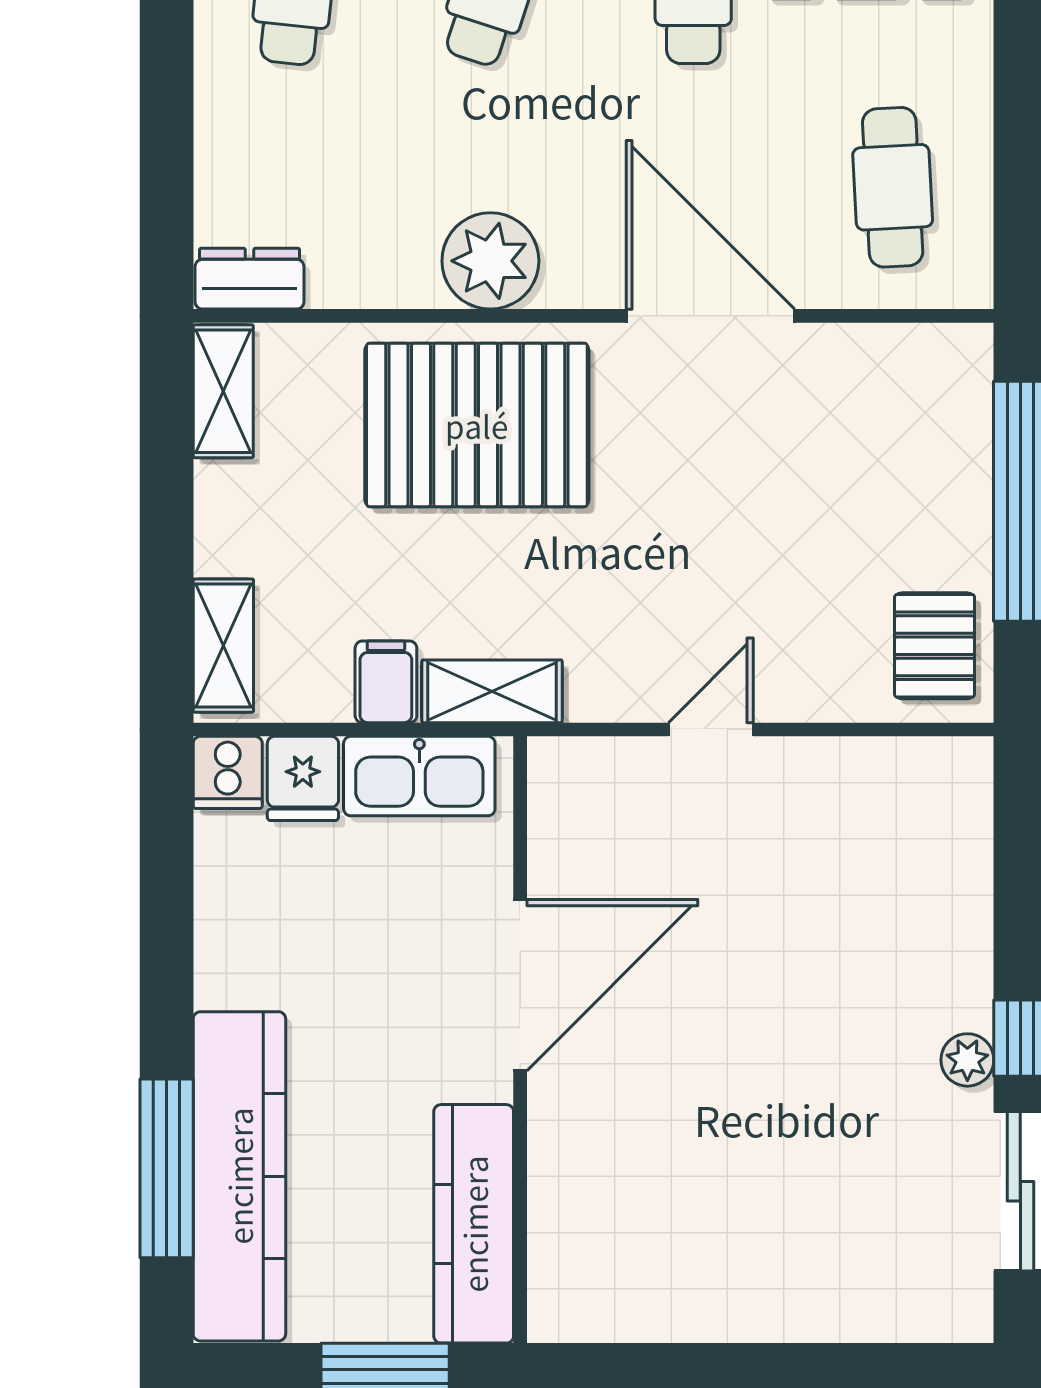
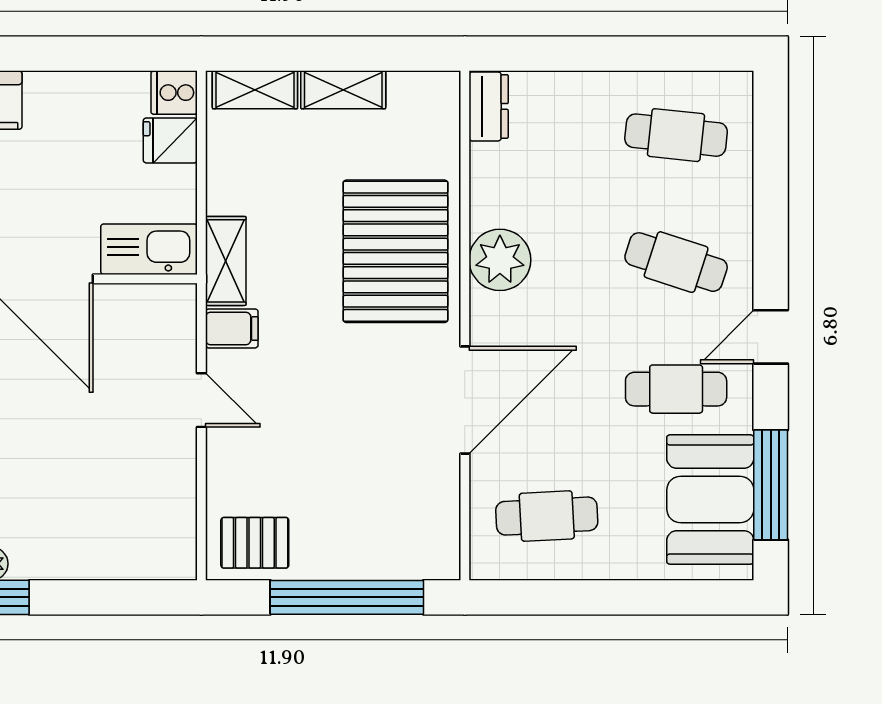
shelving: (223, 391) -> (343, 90), moved
filing cabinet: (386, 682) -> (232, 328), moved
kitchen sink: (419, 776) -> (149, 249), moved, turned 90

